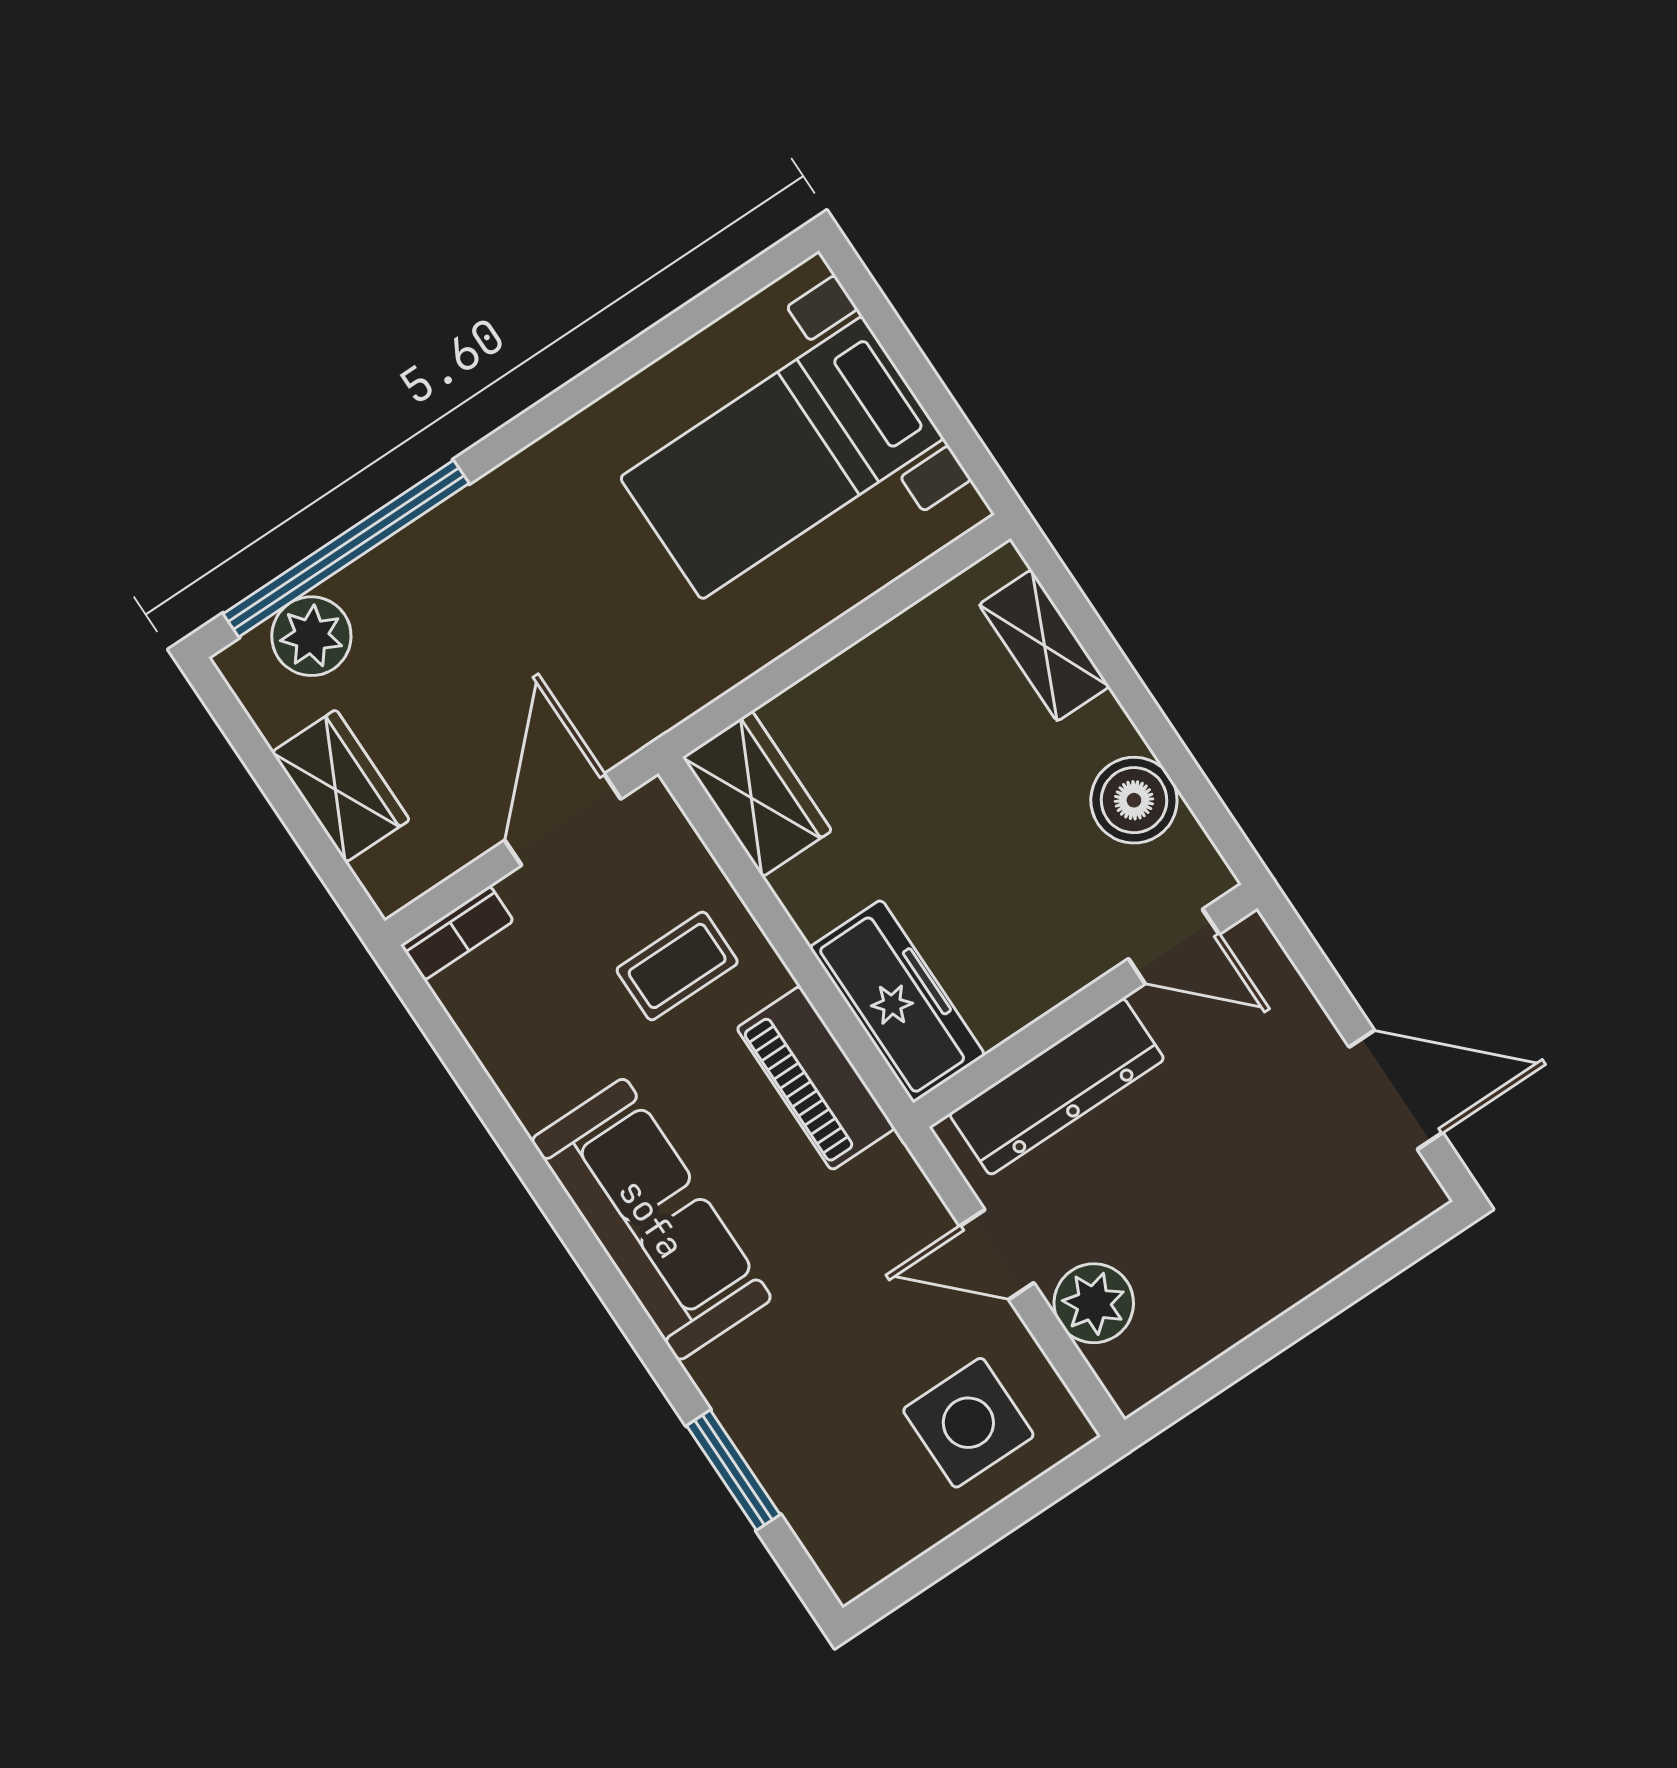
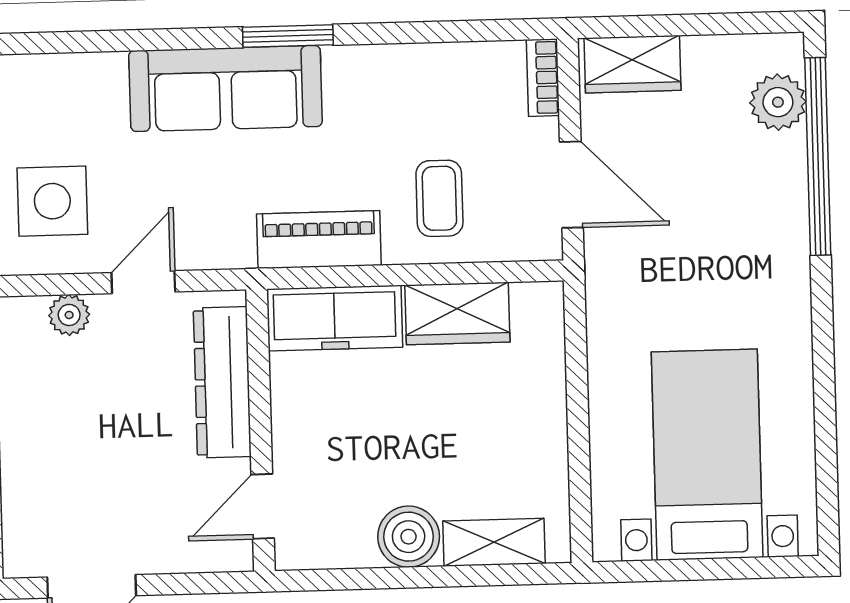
wardrobe: (341, 786) -> (632, 64), moved
wardrobe: (757, 794) -> (457, 314), moved
boiler: (1134, 800) -> (409, 537), moved
sofa: (651, 1219) -> (226, 89), moved
plant: (1094, 1303) -> (69, 315), width x0.73, depth x0.73
window: (733, 1470) -> (288, 36), moved

